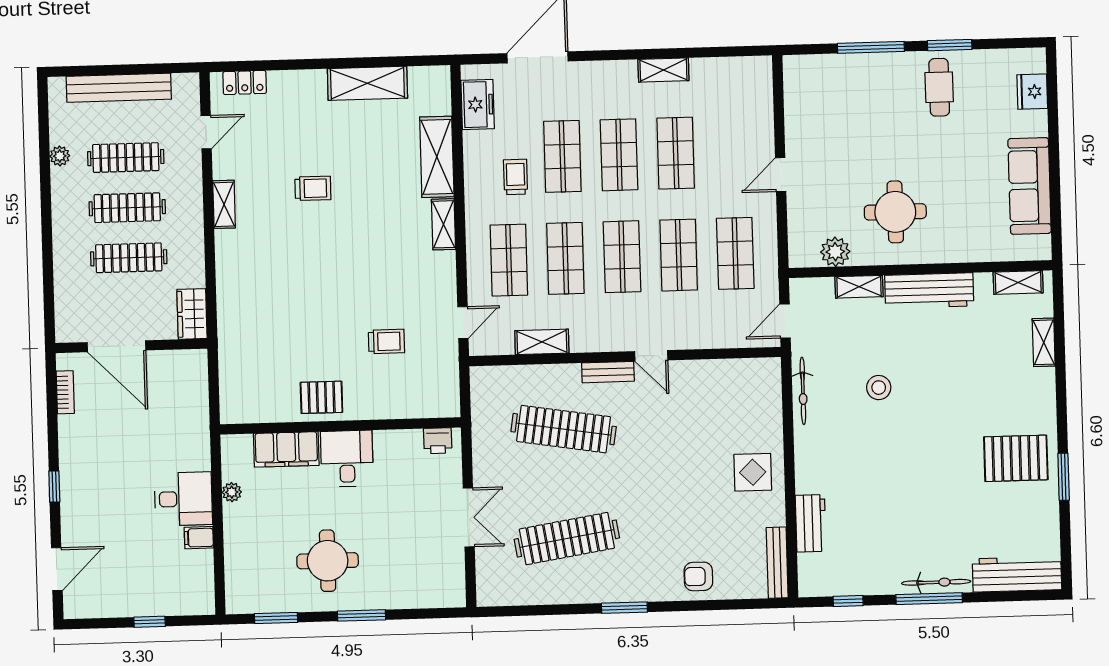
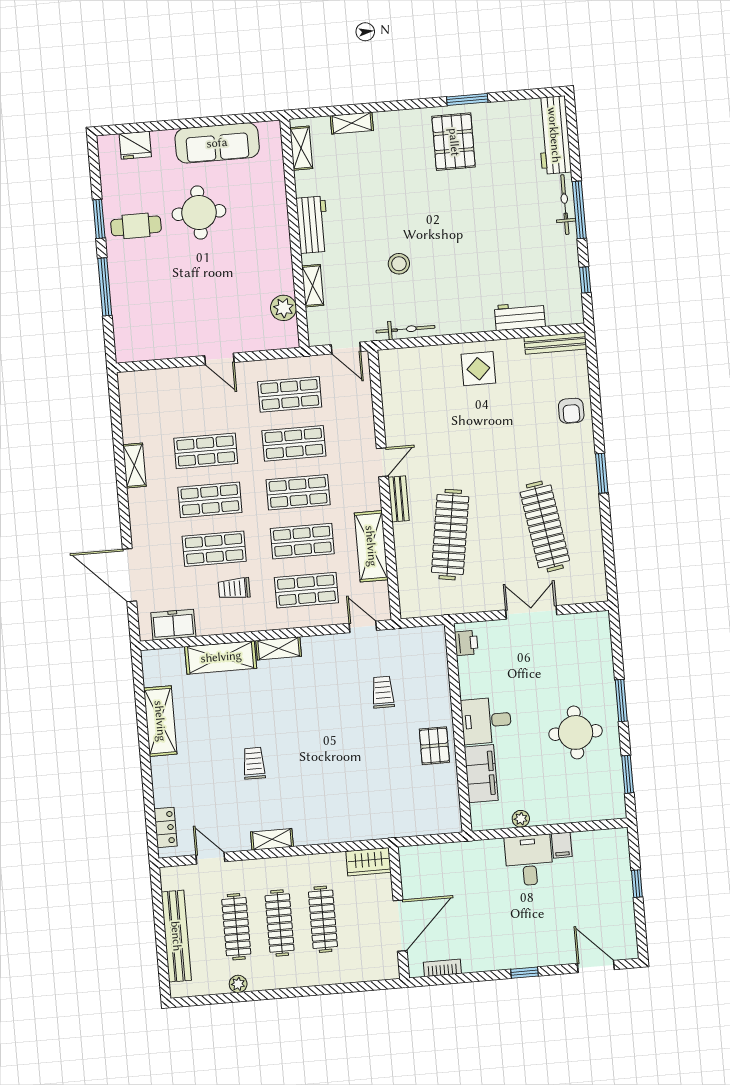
round table: (895, 212) -> (199, 213), moved
workbench: (929, 291) -> (313, 225), width x0.73
shelving: (542, 342) -> (371, 546), width x1.50, depth x1.33

